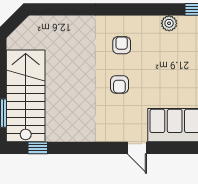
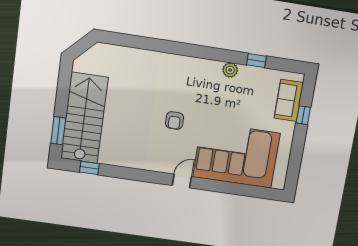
armchair: (122, 45) -> (182, 84), removed
door: (137, 148) -> (182, 181), swing flipped

